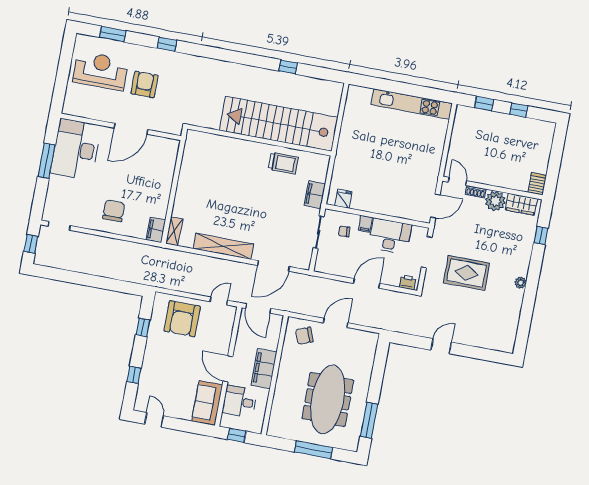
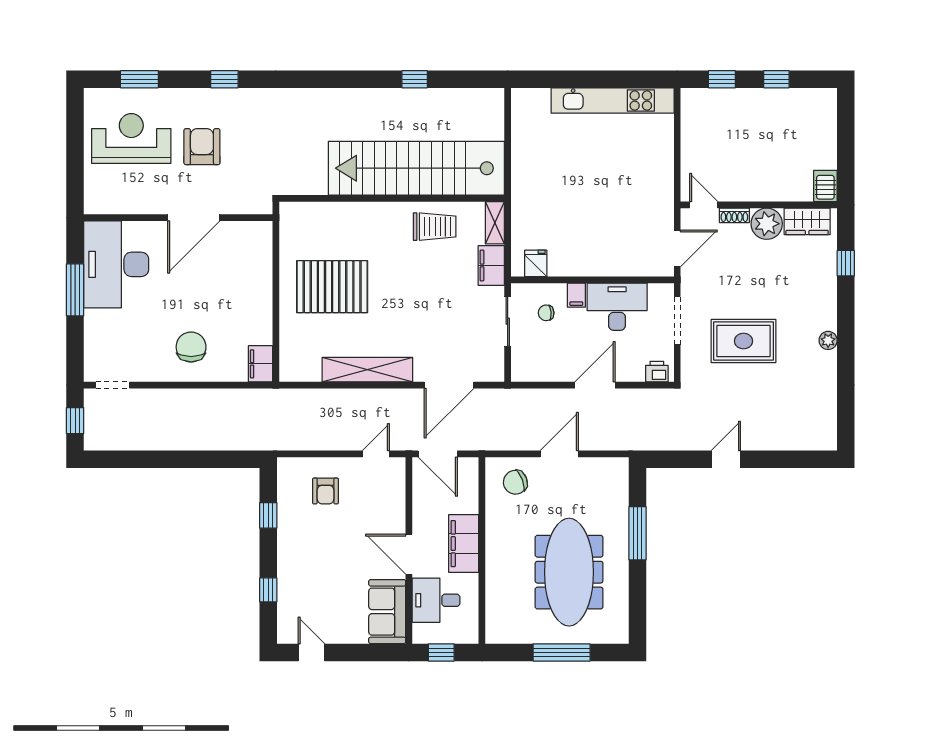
pallet: (211, 189) -> (332, 287), added
shelving: (174, 231) -> (495, 223), moved
armchair: (182, 319) -> (326, 491), width x0.53, depth x0.53
window: (369, 420) -> (638, 533), moved

